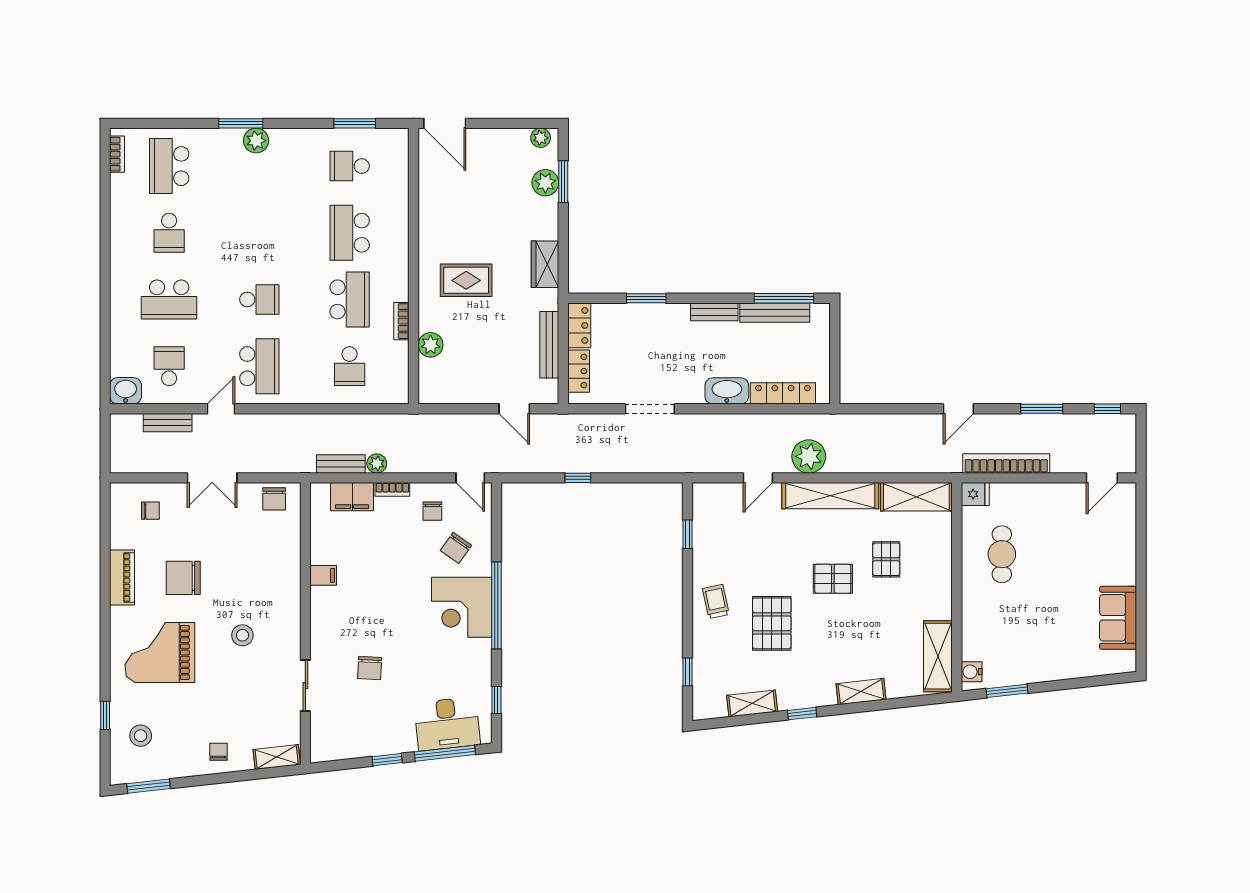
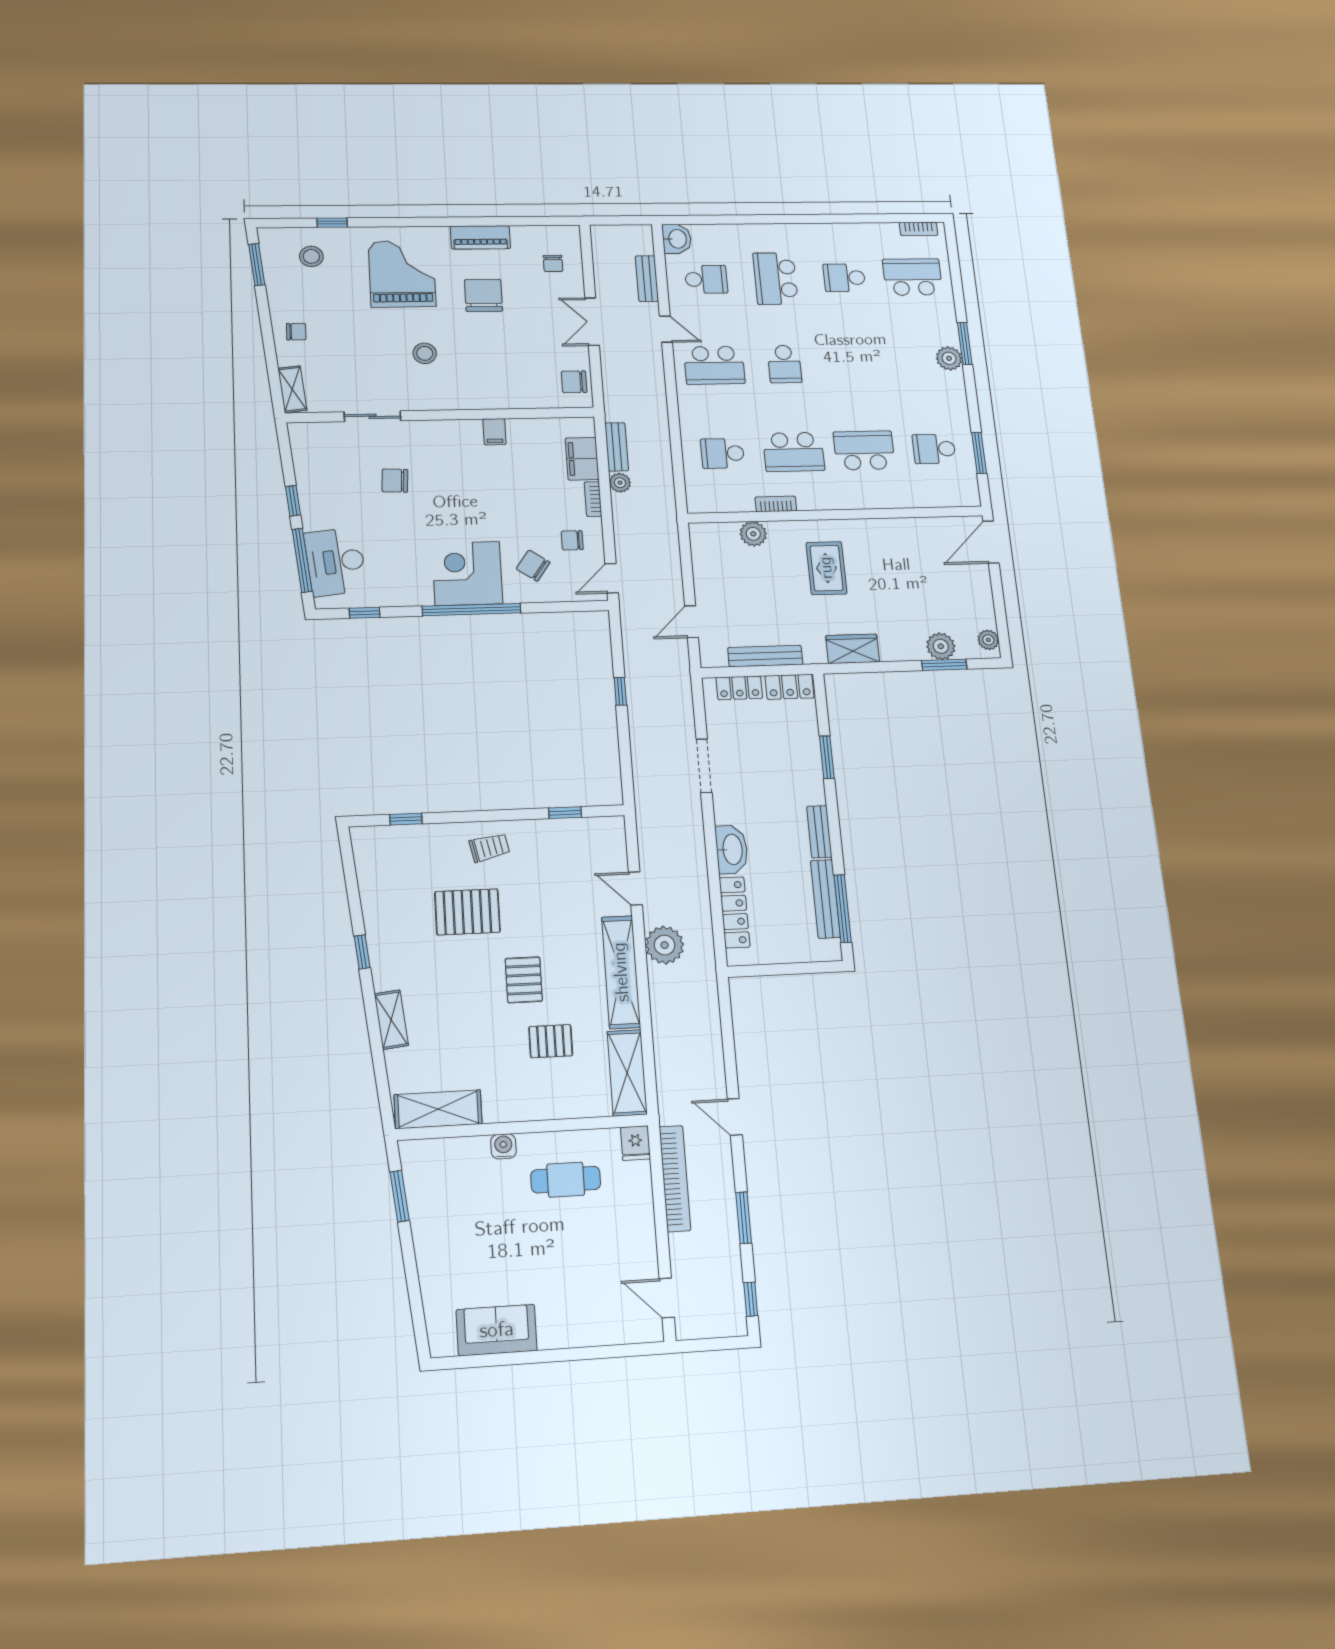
school desk: (350, 166) -> (934, 449), turned -90
water cooler: (972, 672) -> (503, 1146), moved
shelving: (752, 703) -> (372, 894), removed

